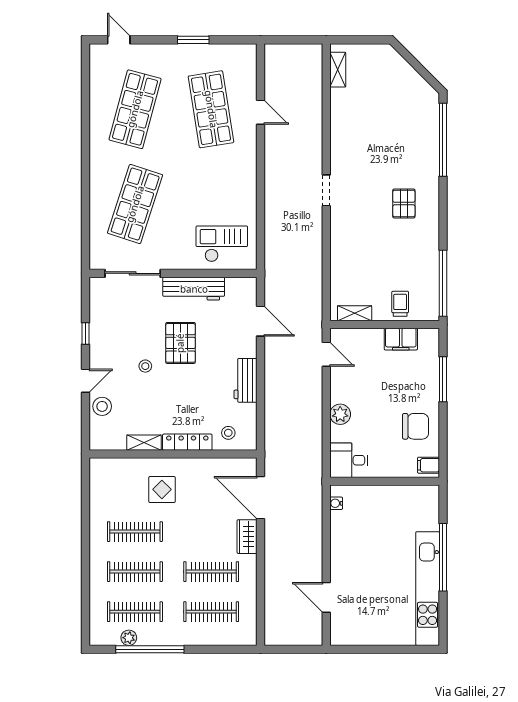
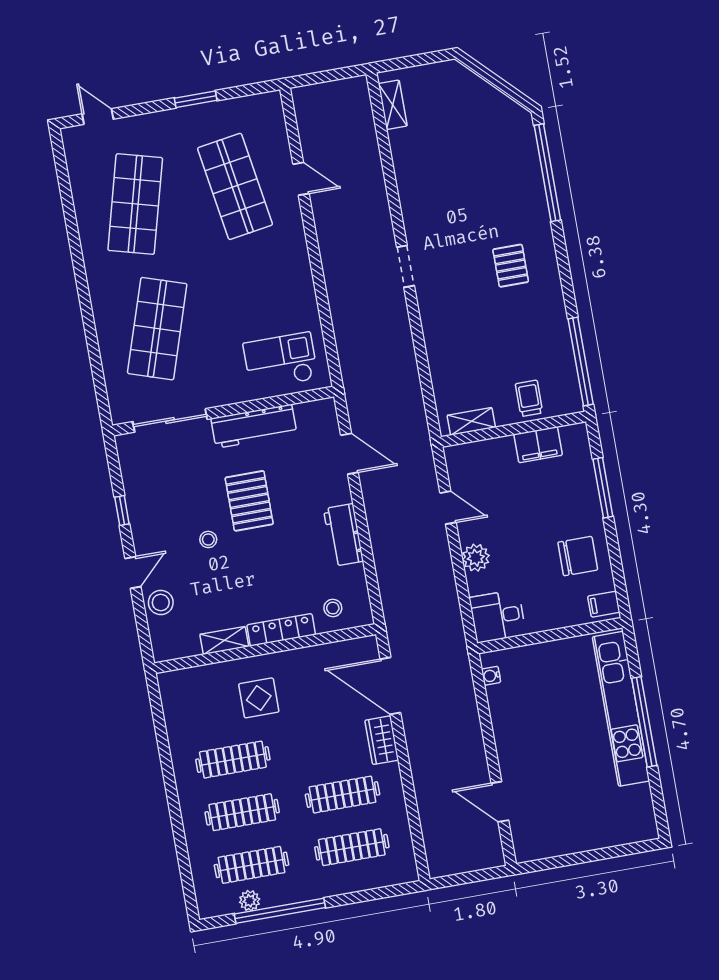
door: (326, 354) -> (448, 508), moved
kitchen unit: (428, 589) -> (621, 709), moved

